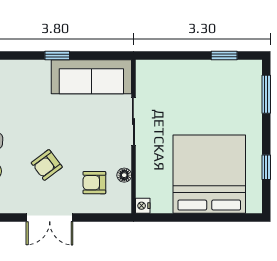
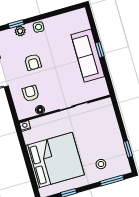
sofa: (91, 77) -> (88, 56), moved
stool: (236, 104) -> (101, 164), added
armchair: (47, 165) -> (33, 62), turned -143

